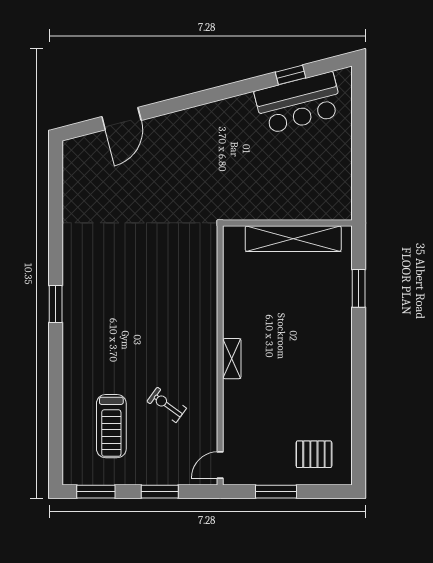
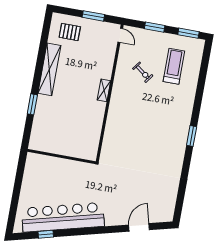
bar counter: (299, 103) -> (63, 217), width x1.86
shelving: (293, 239) -> (49, 69), moved, turned 90
window: (359, 288) -> (32, 104), moved
door: (220, 465) -> (120, 35), hinge flipped

